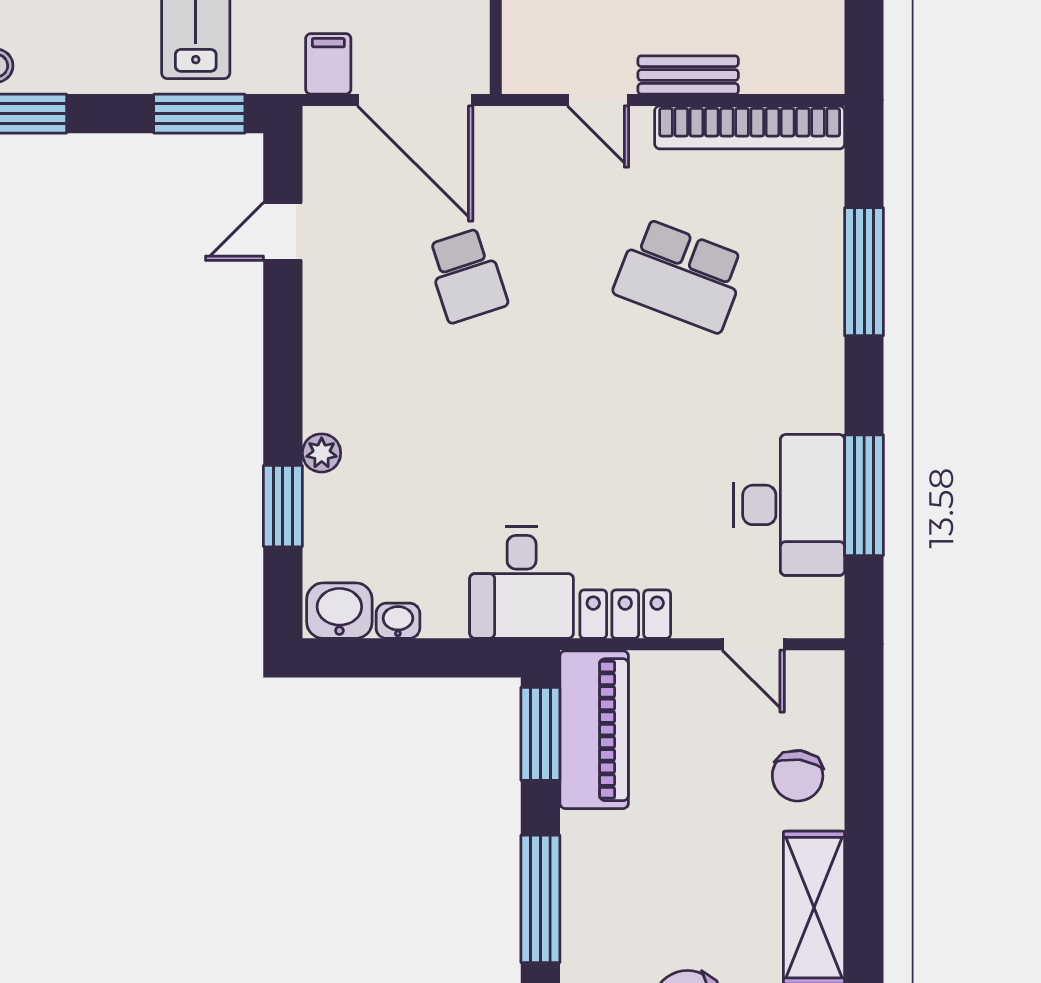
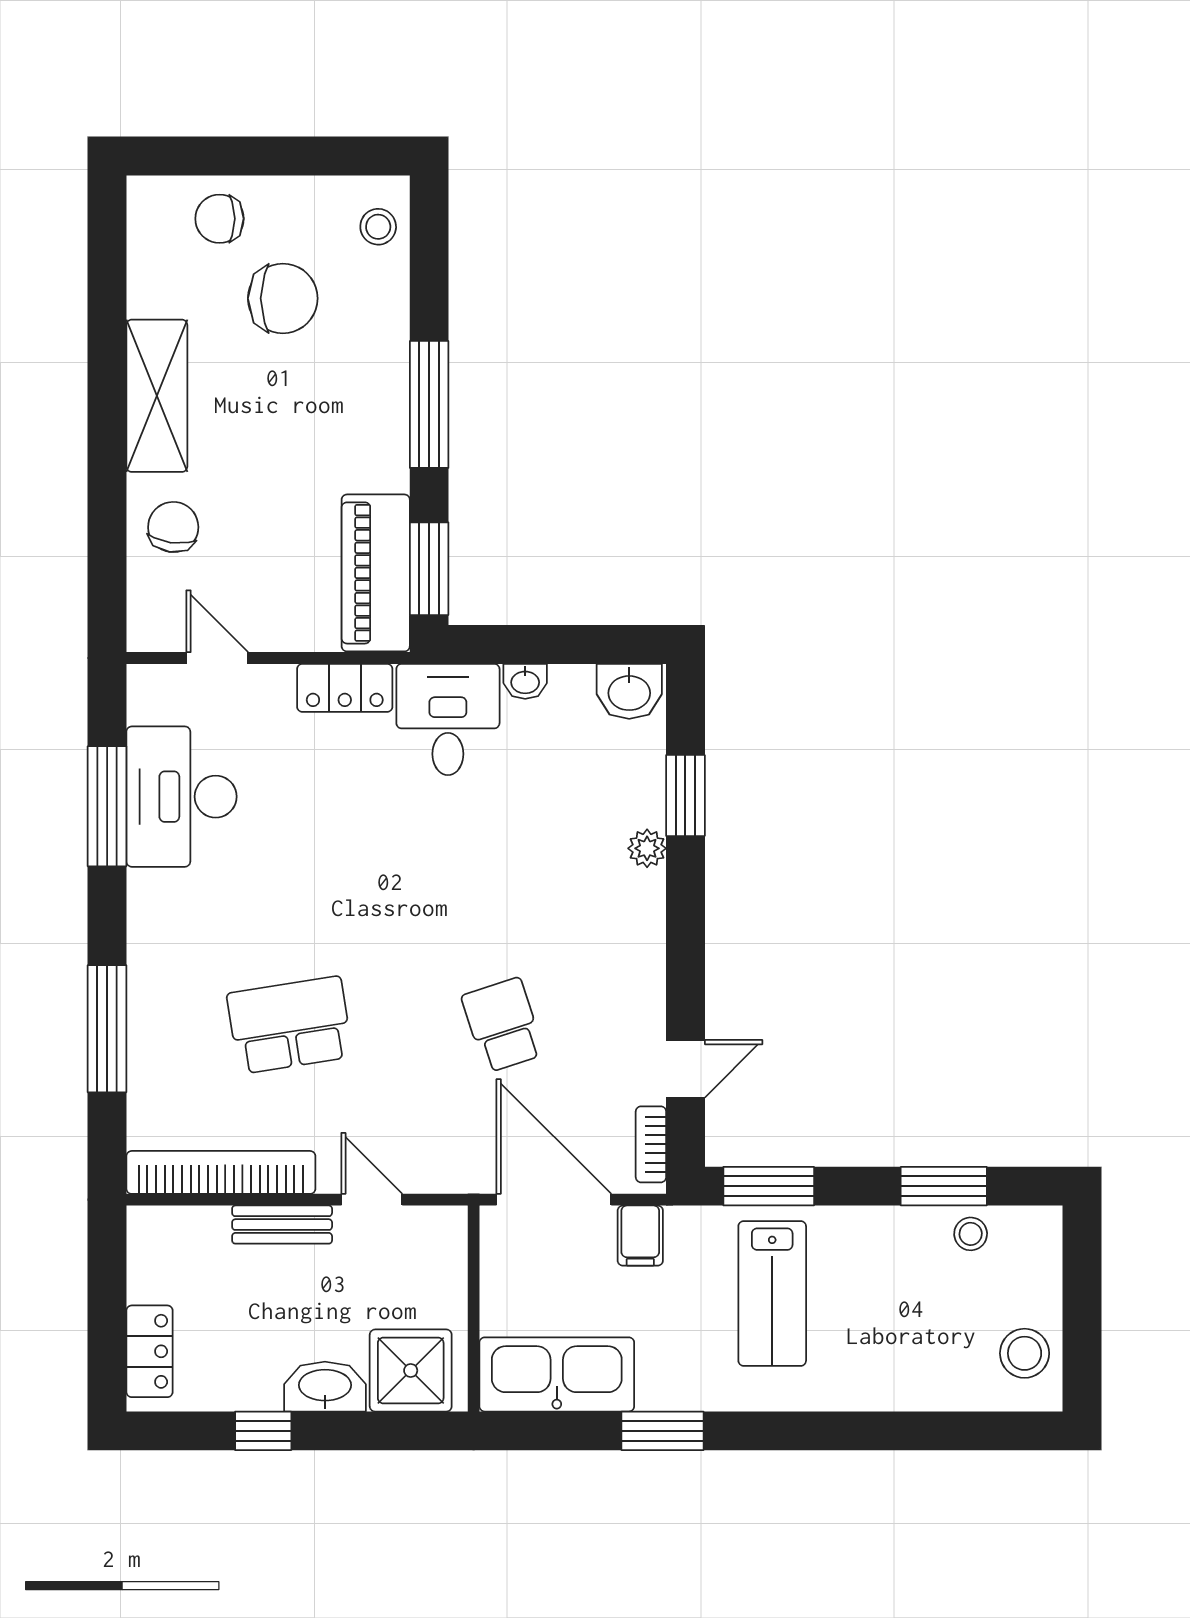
bookcase: (318, 156) -> (651, 1144), added
school desk: (680, 275) -> (290, 1025), turned -30
washbasin: (398, 621) -> (525, 681), moved

